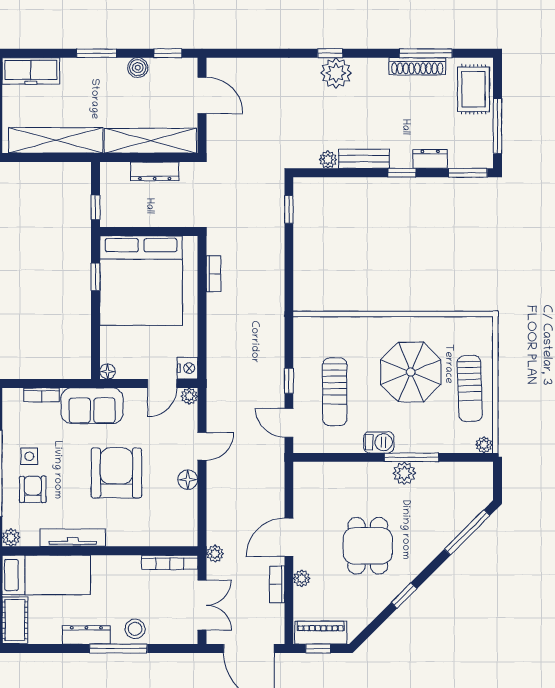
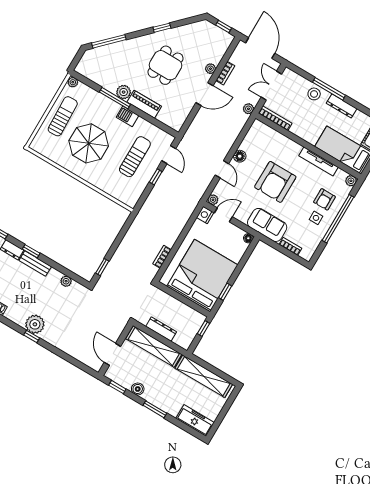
bench: (364, 159) -> (35, 263), moved
door: (202, 446) -> (222, 169), swing flipped
piano: (321, 633) -> (144, 104), moved, turned 180

